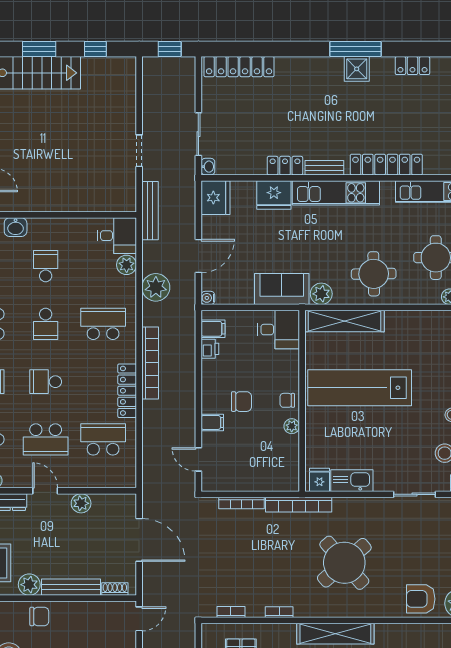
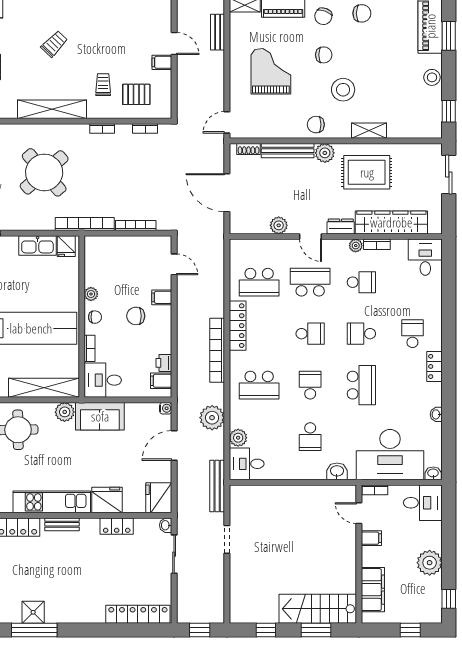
locker: (285, 166) -> (117, 526), moved
bookcase: (293, 365) -> (90, 348), added

